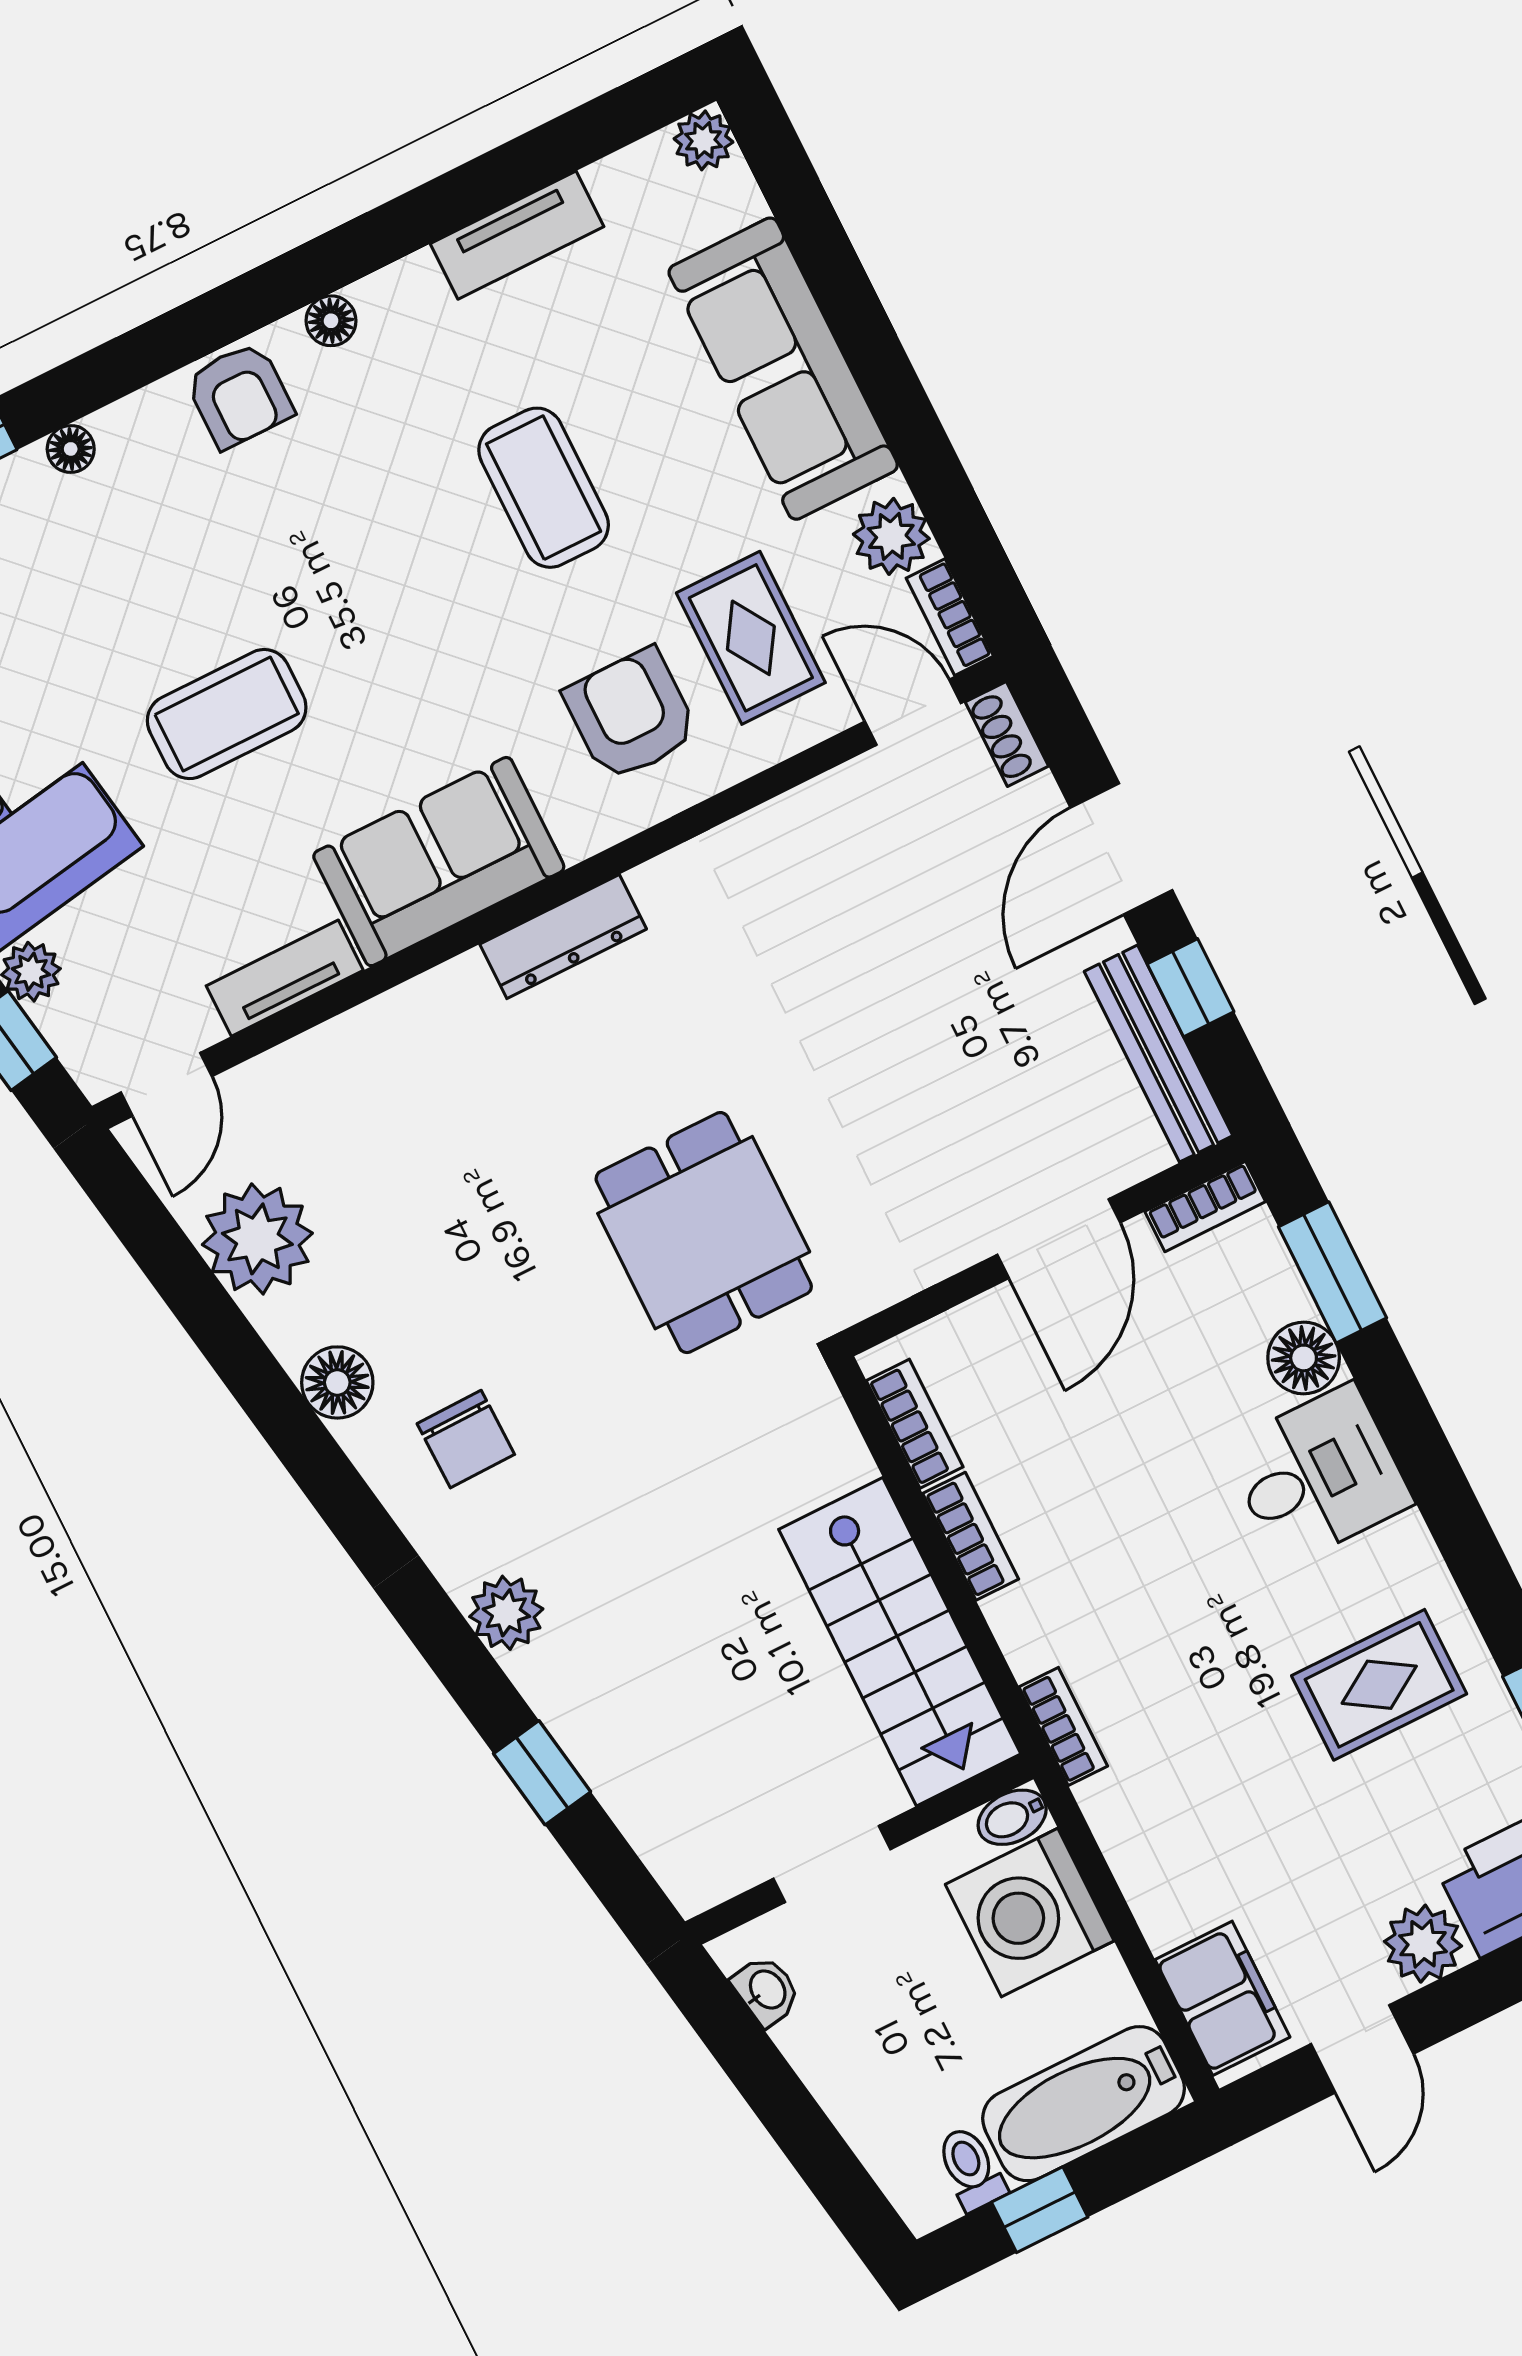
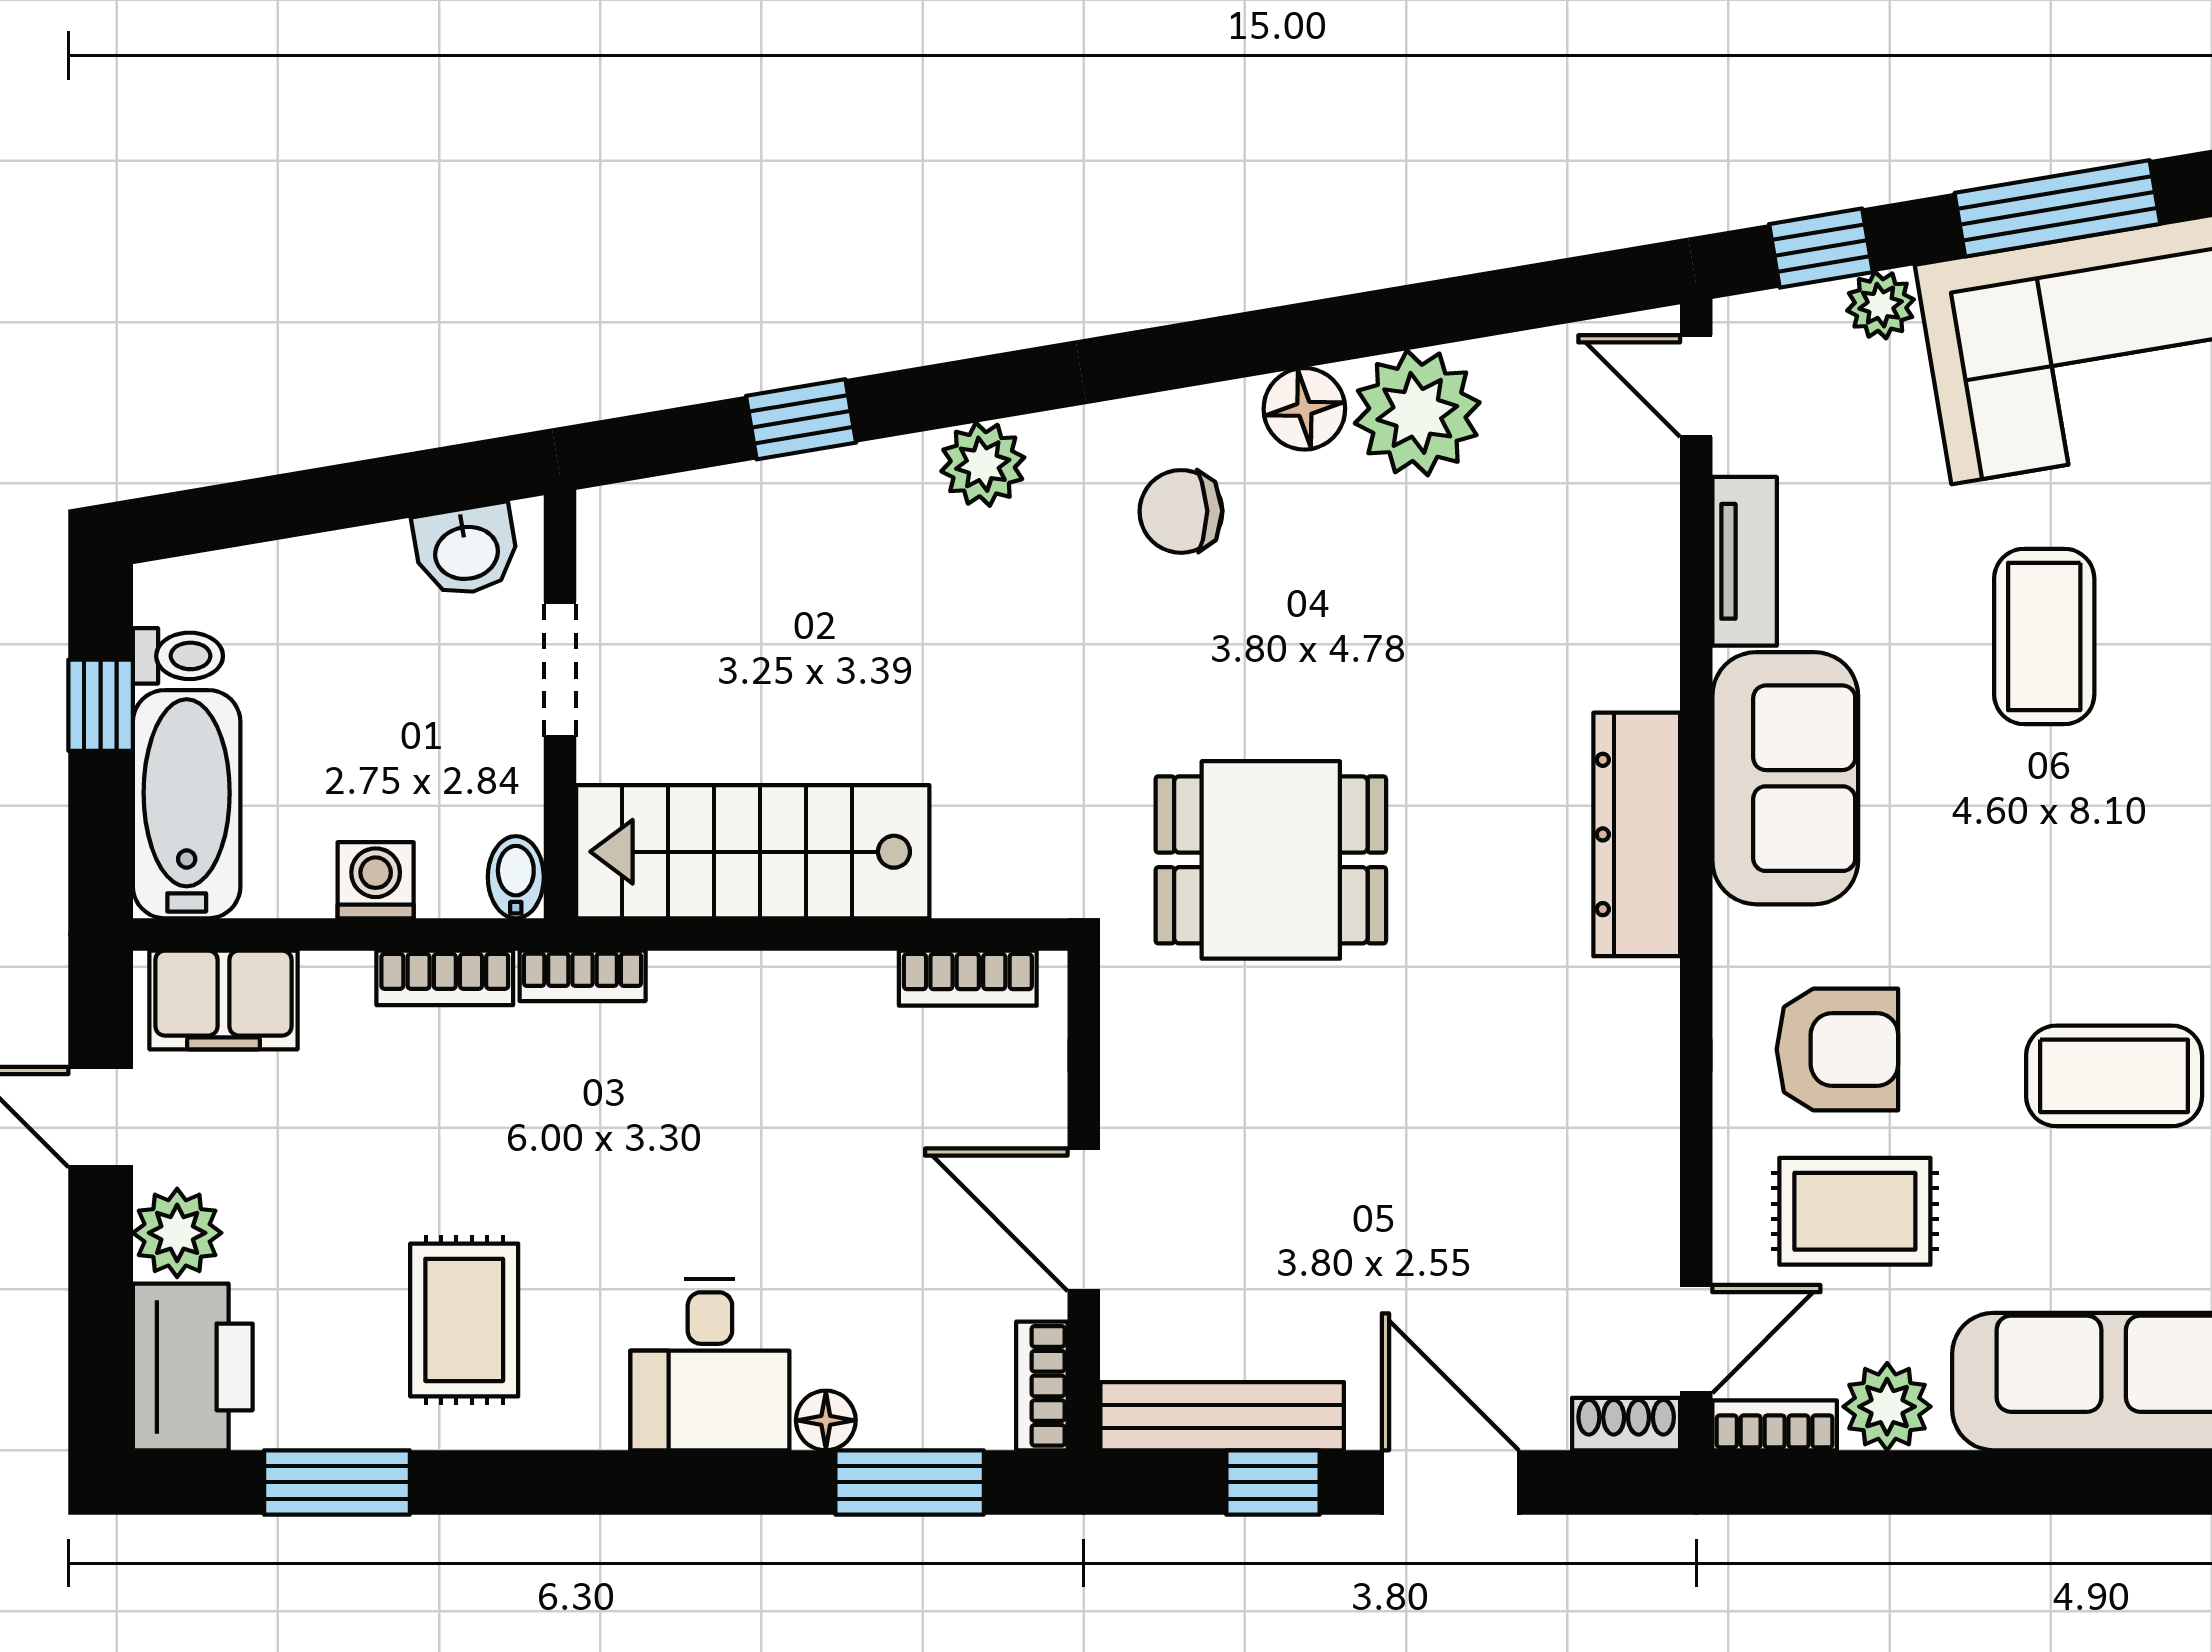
dresser: (563, 937) -> (1637, 834), width x1.37, depth x1.24
plant: (257, 1239) -> (1417, 413), moved
floor lamp: (1304, 1358) -> (826, 1420), width x0.73, depth x0.73
bookcase: (971, 1536) -> (445, 978), moved
washing machine: (1030, 1913) -> (376, 880), width x0.53, depth x0.53
washbasin: (766, 1990) -> (466, 550), width x1.38, depth x1.45

